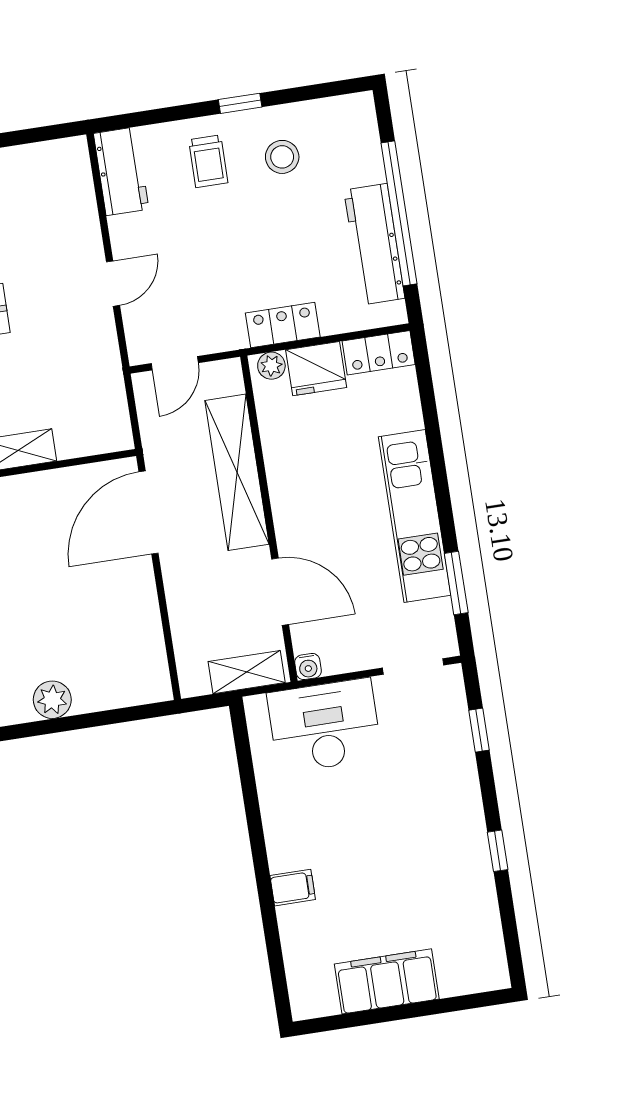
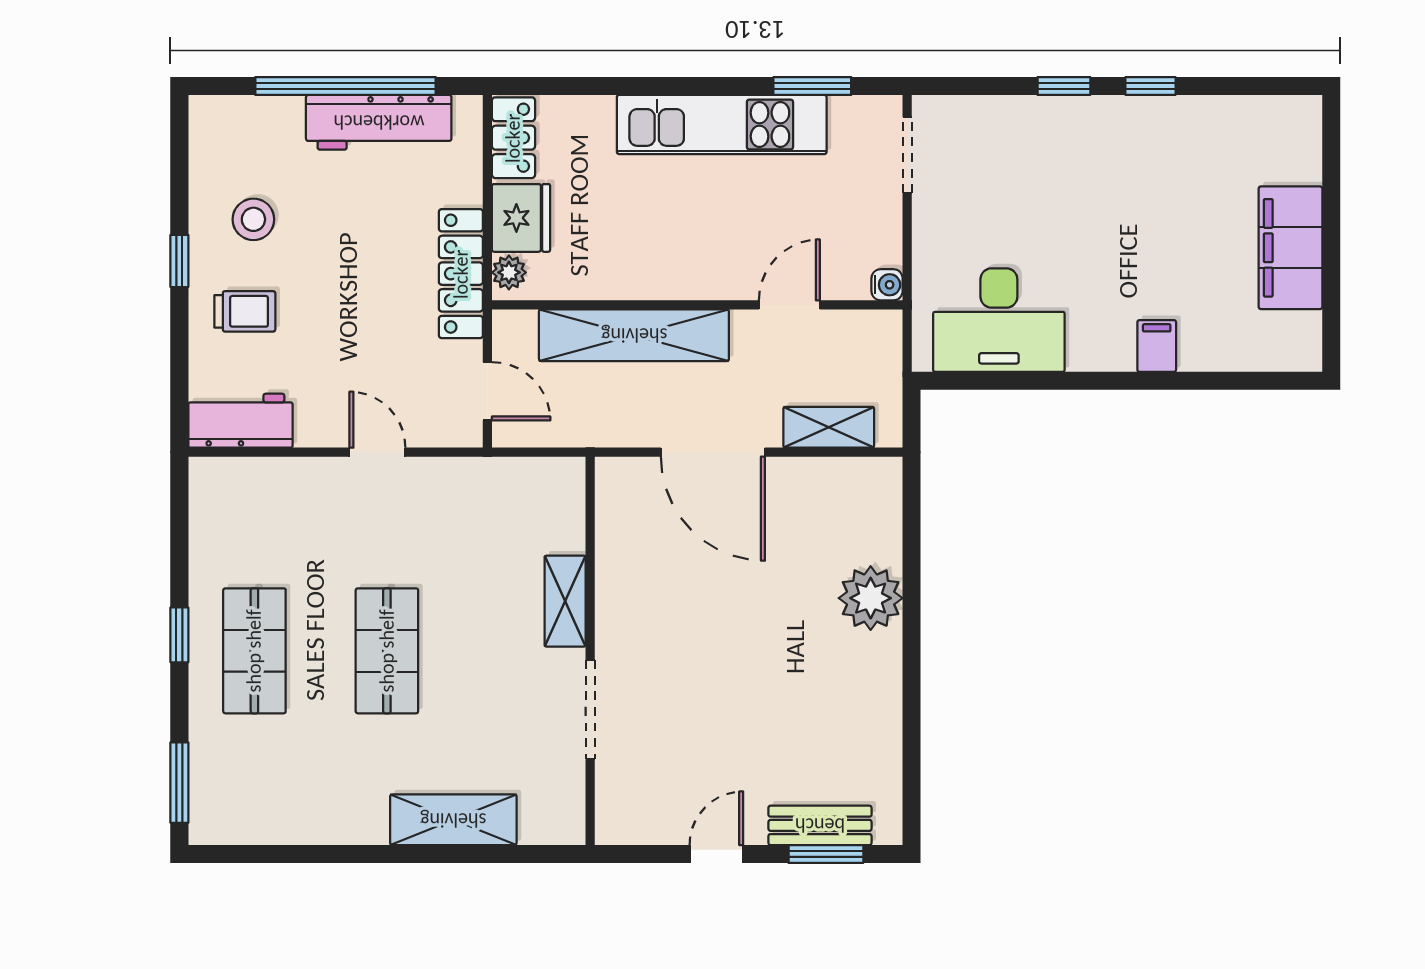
locker: (283, 325) -> (461, 274), width x1.53
door: (148, 512) -> (713, 452), moved
door: (280, 592) -> (789, 305), width x0.73
shelving: (247, 672) -> (829, 427), moved, turned 90
plant: (52, 700) -> (871, 598), width x1.36, depth x1.36
desk: (325, 726) -> (999, 320), moved, turned -90
window: (479, 730) -> (1064, 86), moved

